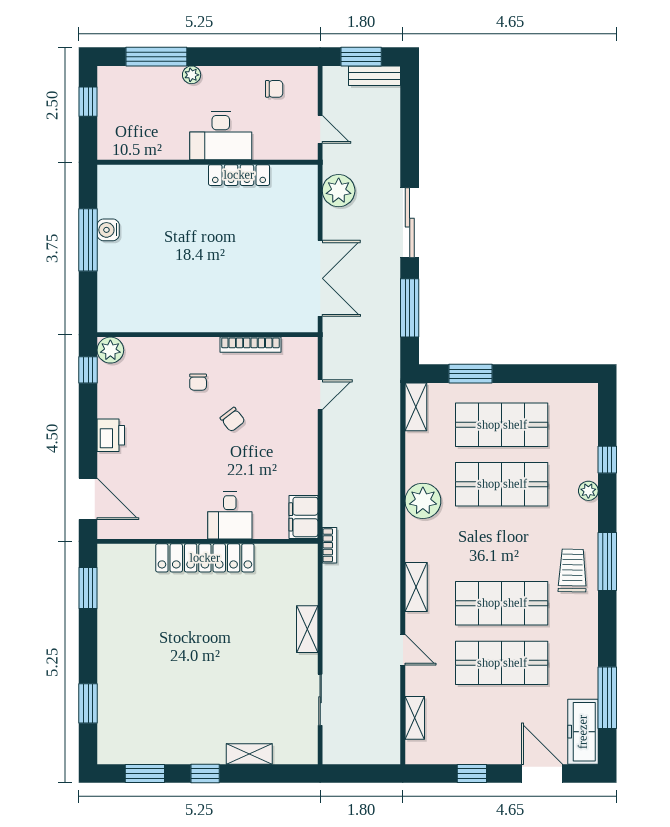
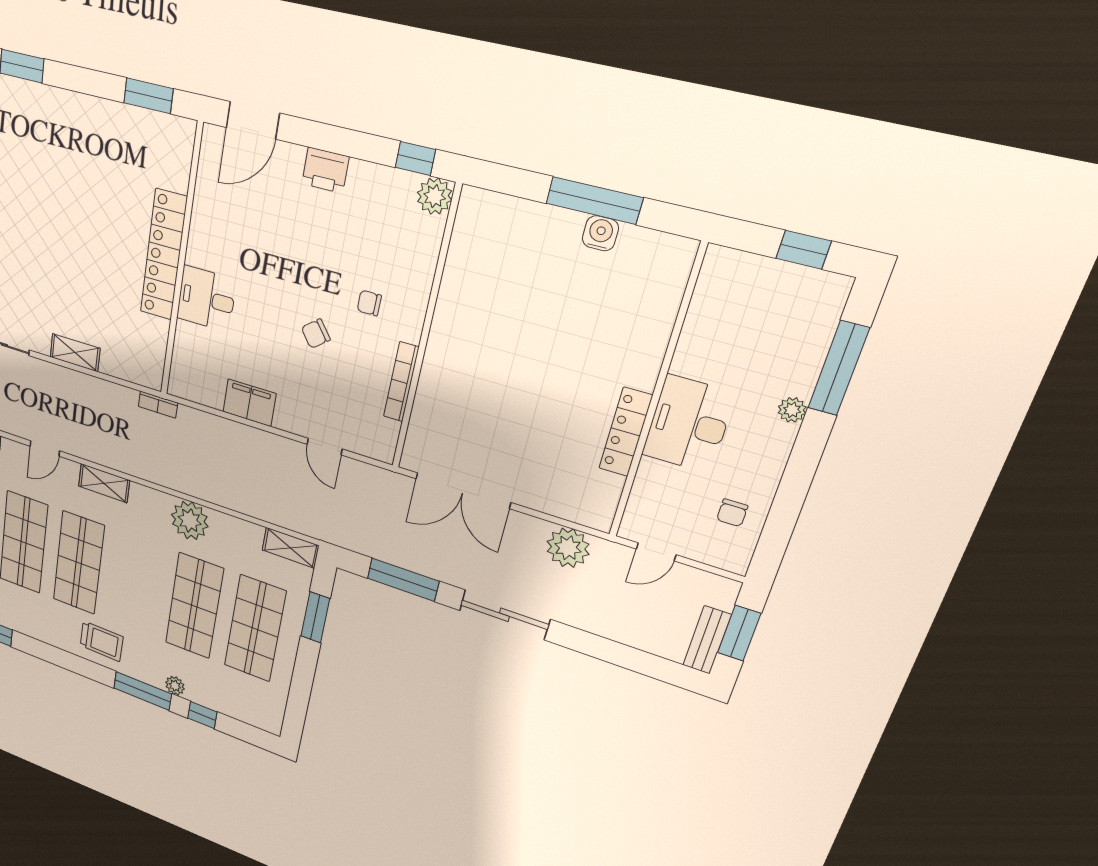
filing cabinet: (303, 517) -> (249, 403), moved
window: (607, 561) -> (143, 691), moved

